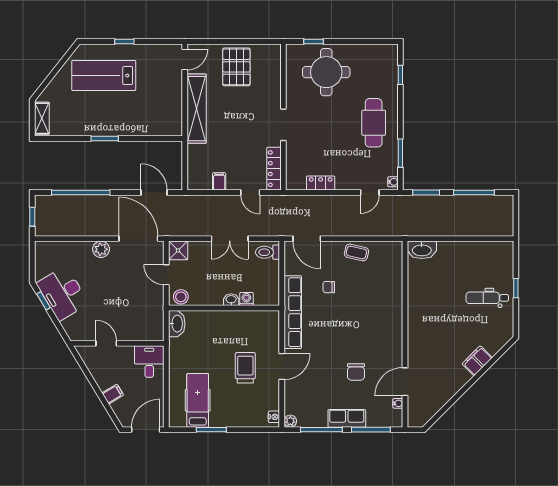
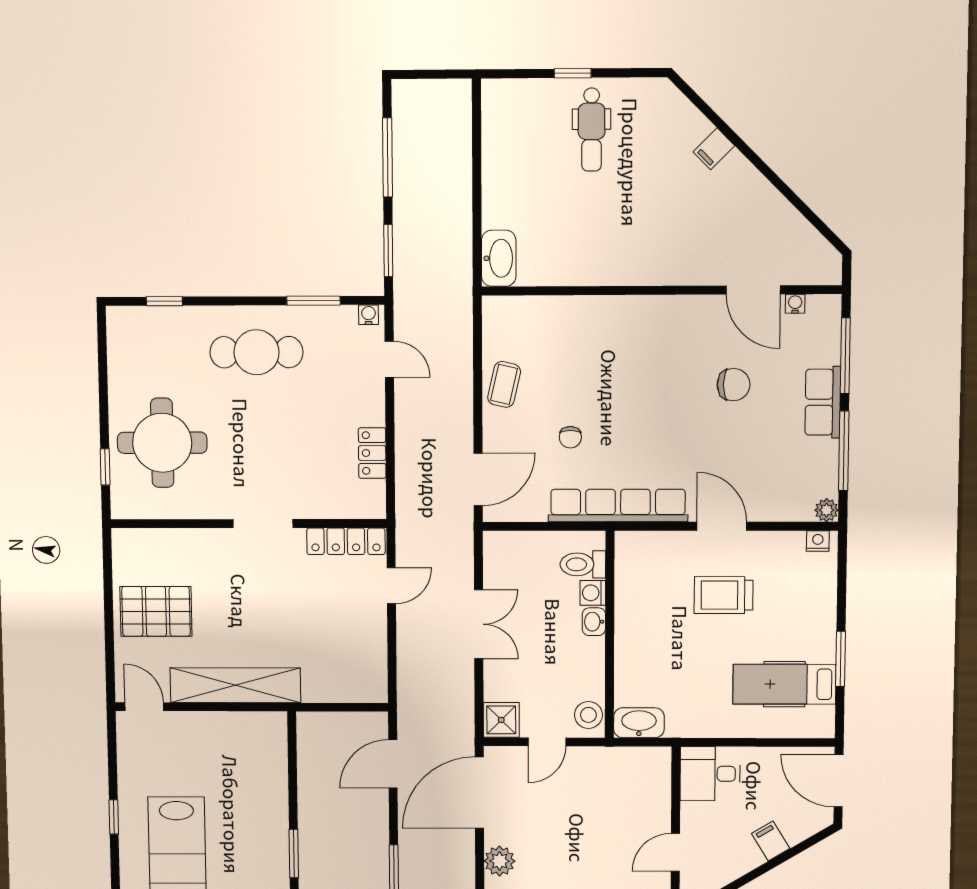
filing cabinet: (219, 181) -> (371, 644), removed
toilet: (268, 252) -> (583, 564), moved, turned 90
filing cabinet: (477, 361) -> (714, 149), width x0.50

